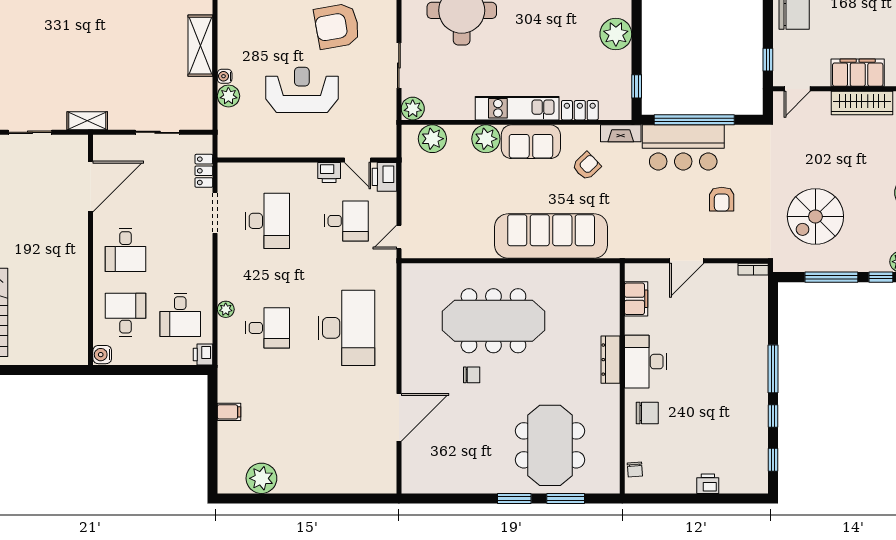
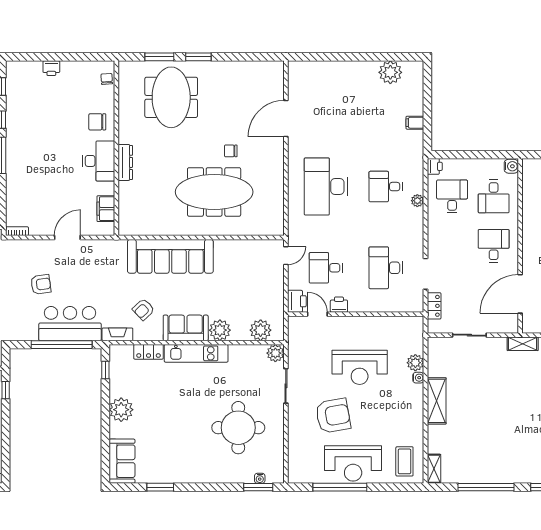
armchair: (722, 199) -> (41, 284), turned 82

